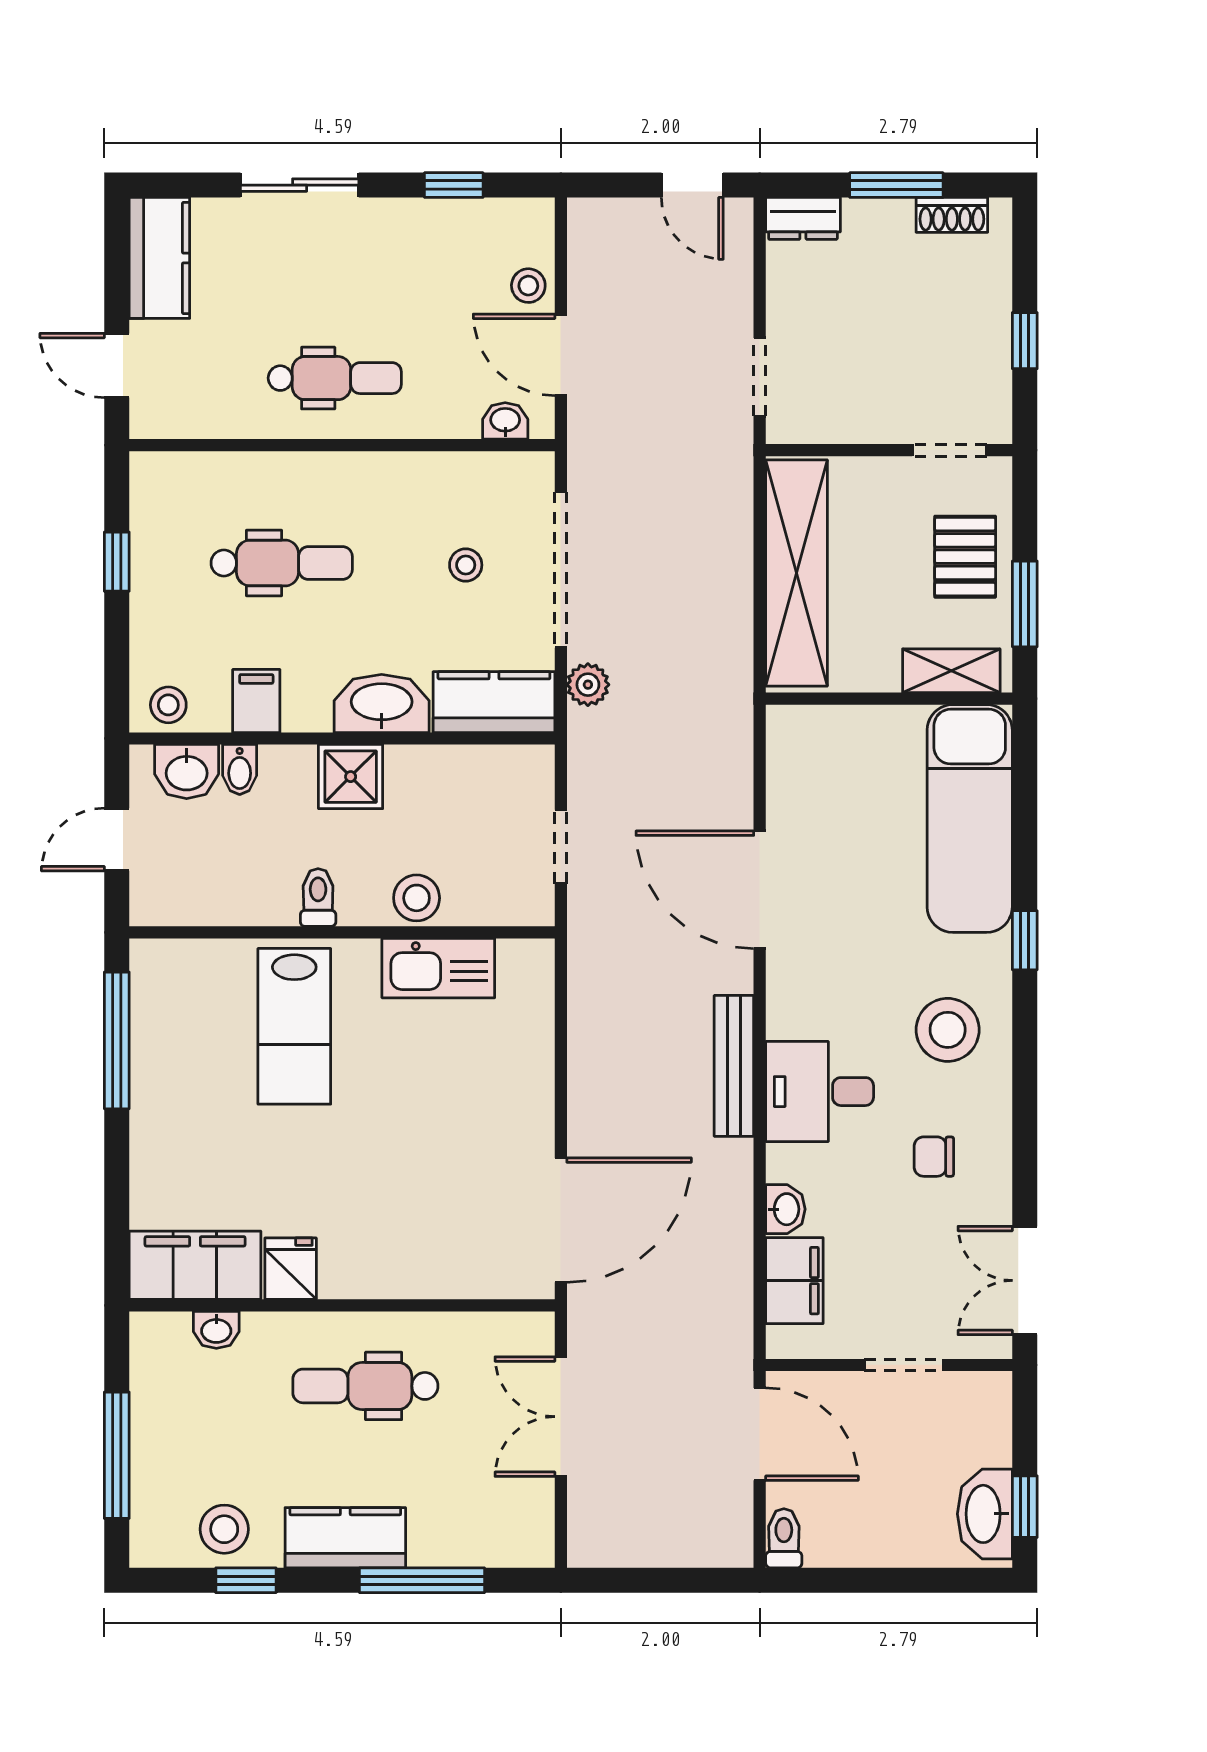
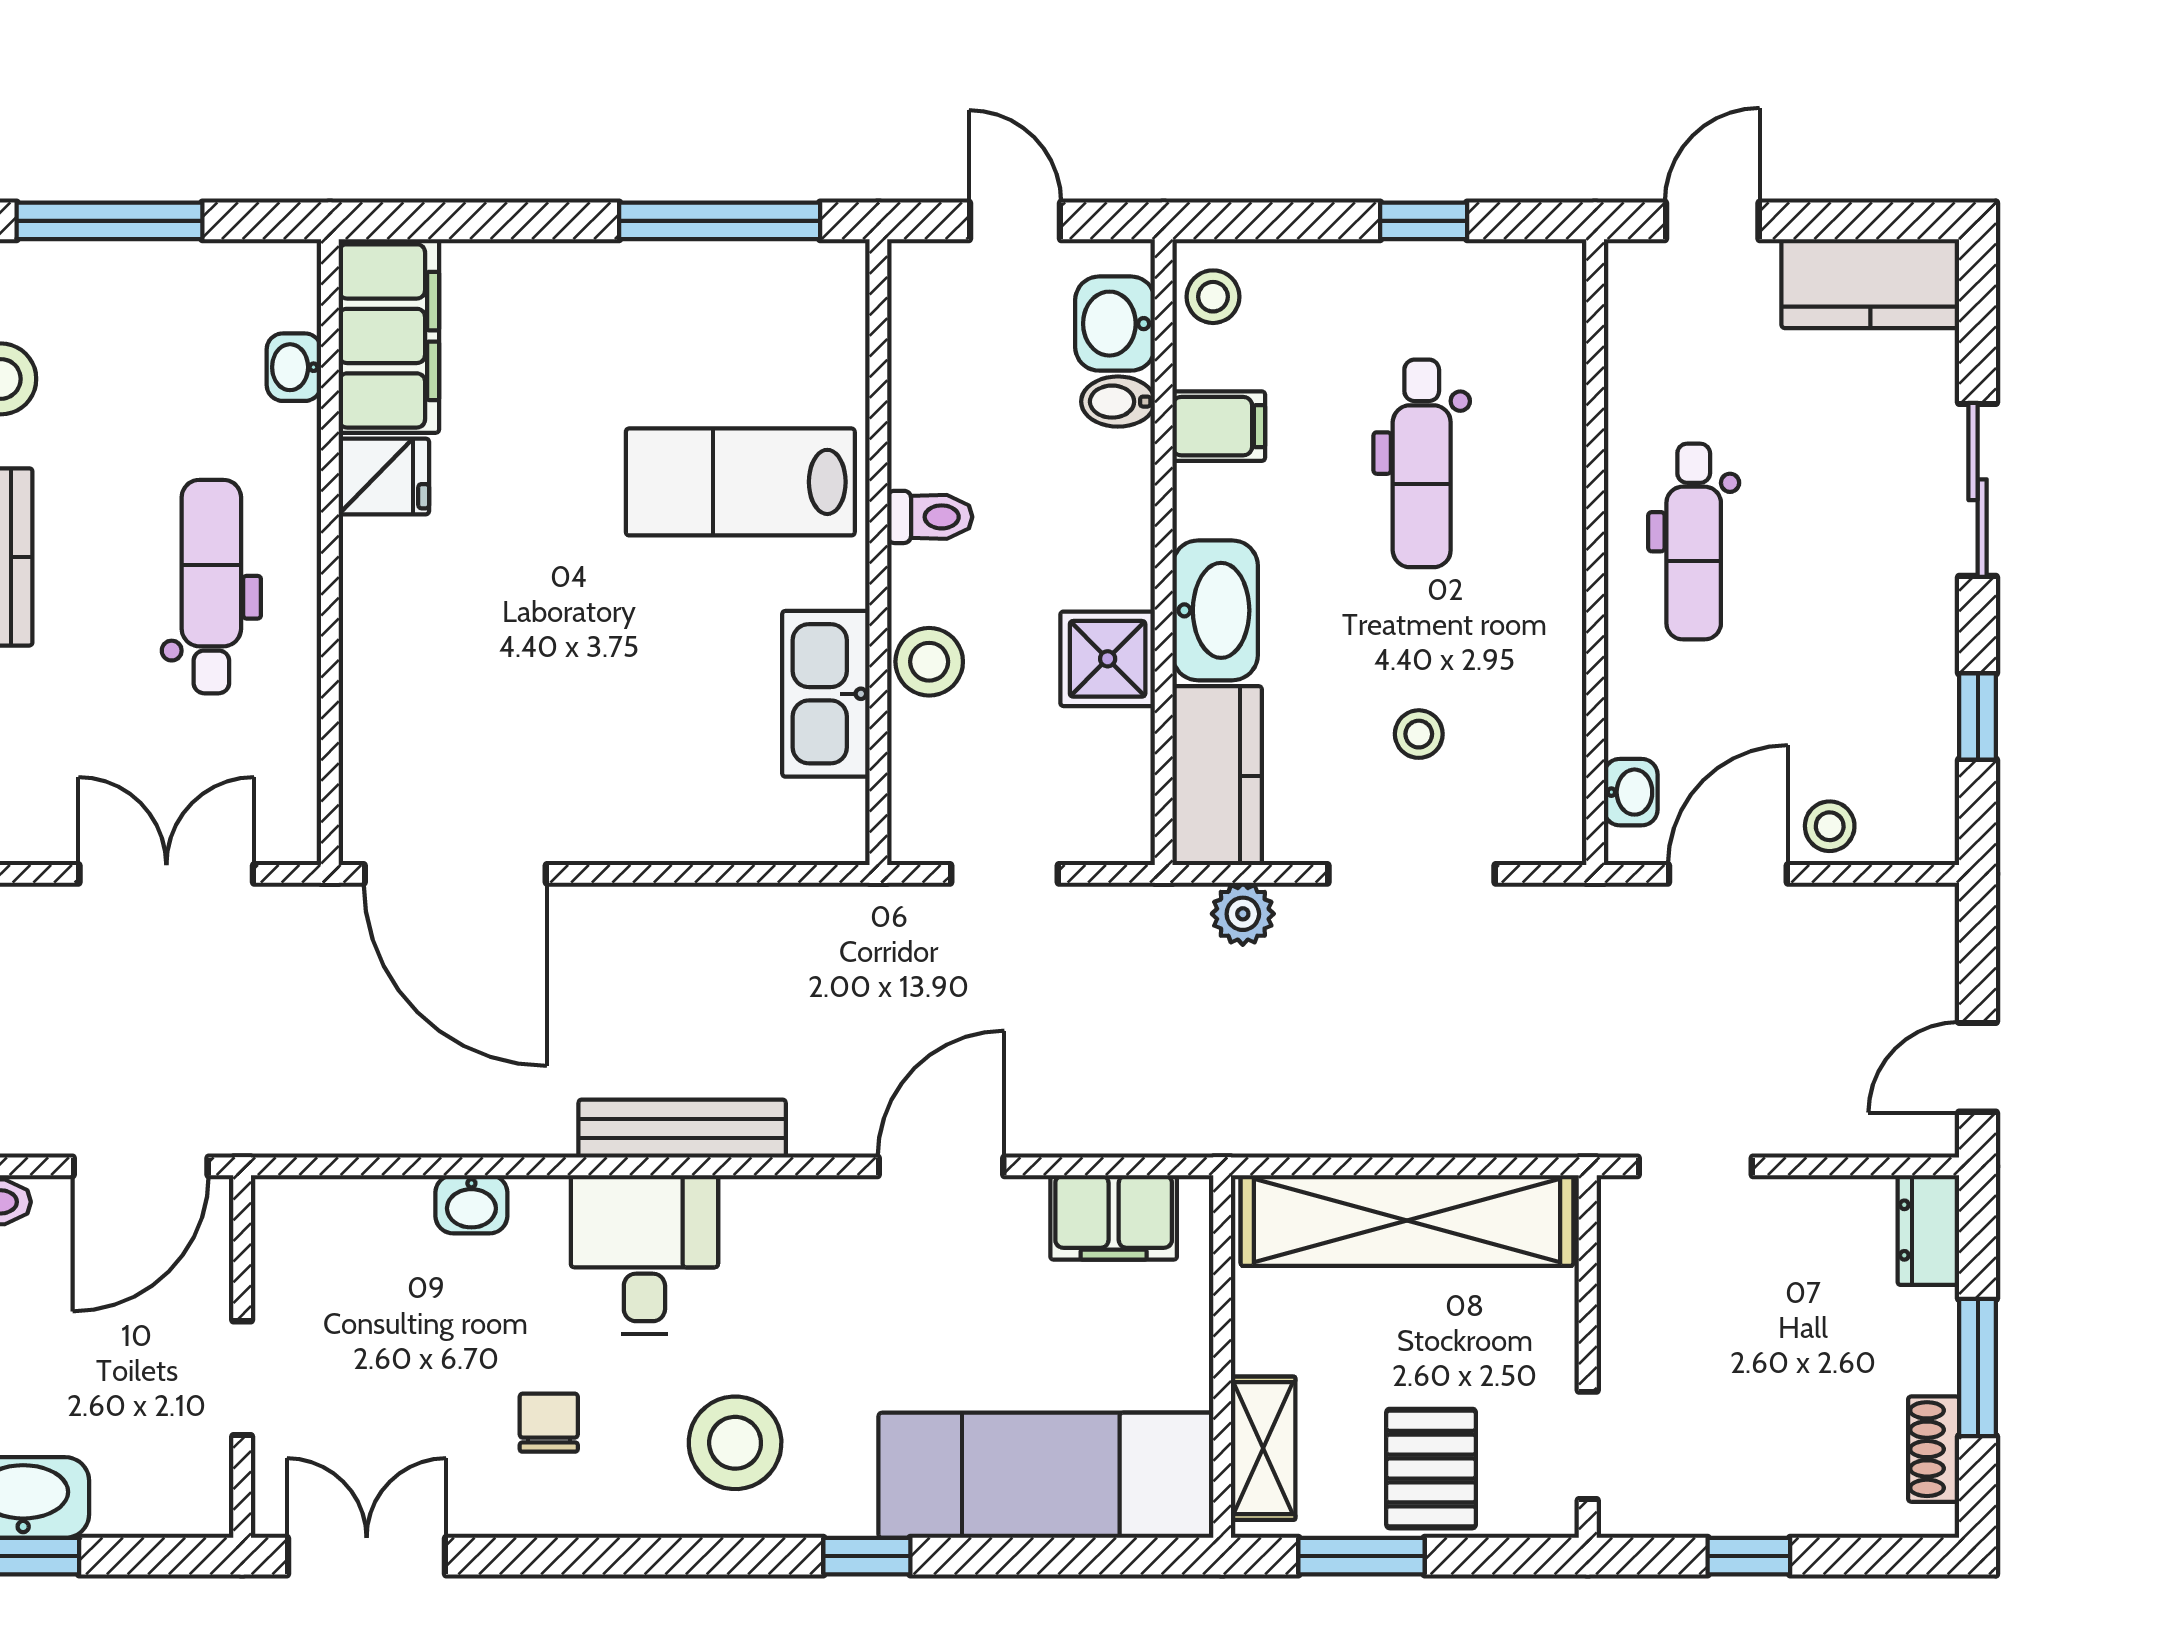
pallet: (965, 557) -> (1431, 1469), turned 90
doorway: (561, 570) -> (1412, 874), width x0.73
shower: (351, 777) -> (1108, 659), moved
door: (760, 890) -> (941, 1166), width x0.73
filing cabinet: (794, 1281) -> (1114, 1217), moved

